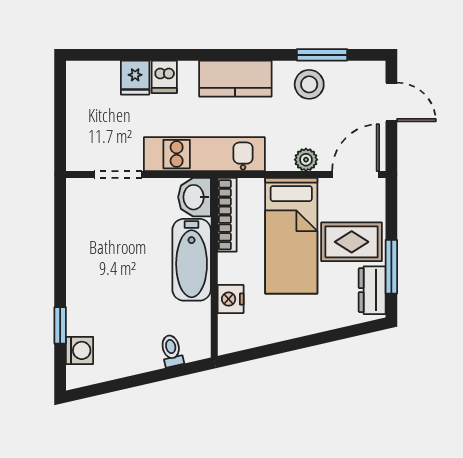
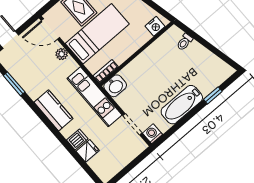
stool: (309, 84) -> (30, 79), removed
bookcase: (227, 215) -> (106, 71), width x0.64
bathtub: (192, 260) -> (182, 105), moved, turned 180
nightstand: (231, 299) -> (155, 26), moved
washing machine: (80, 350) -> (152, 134), moved

